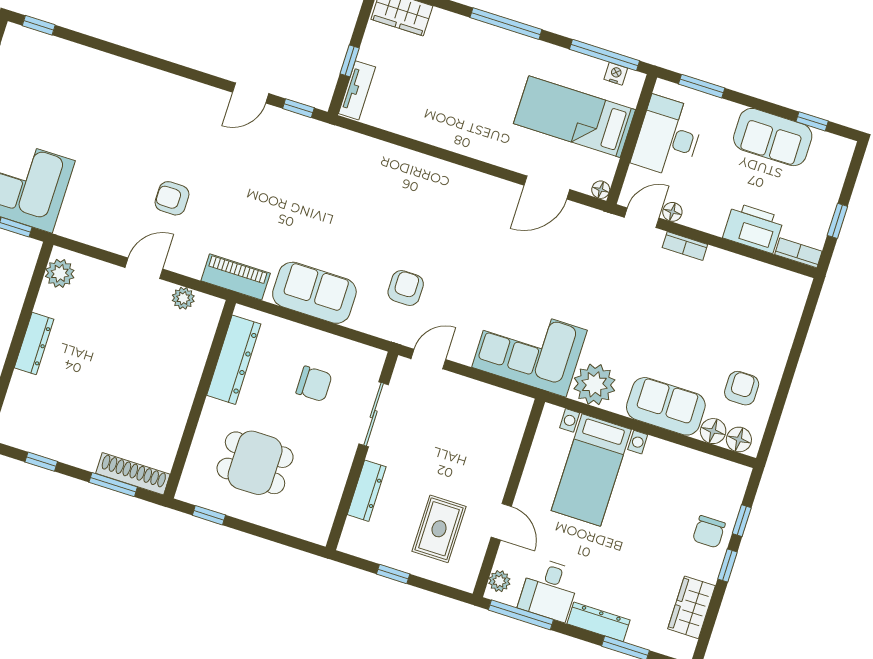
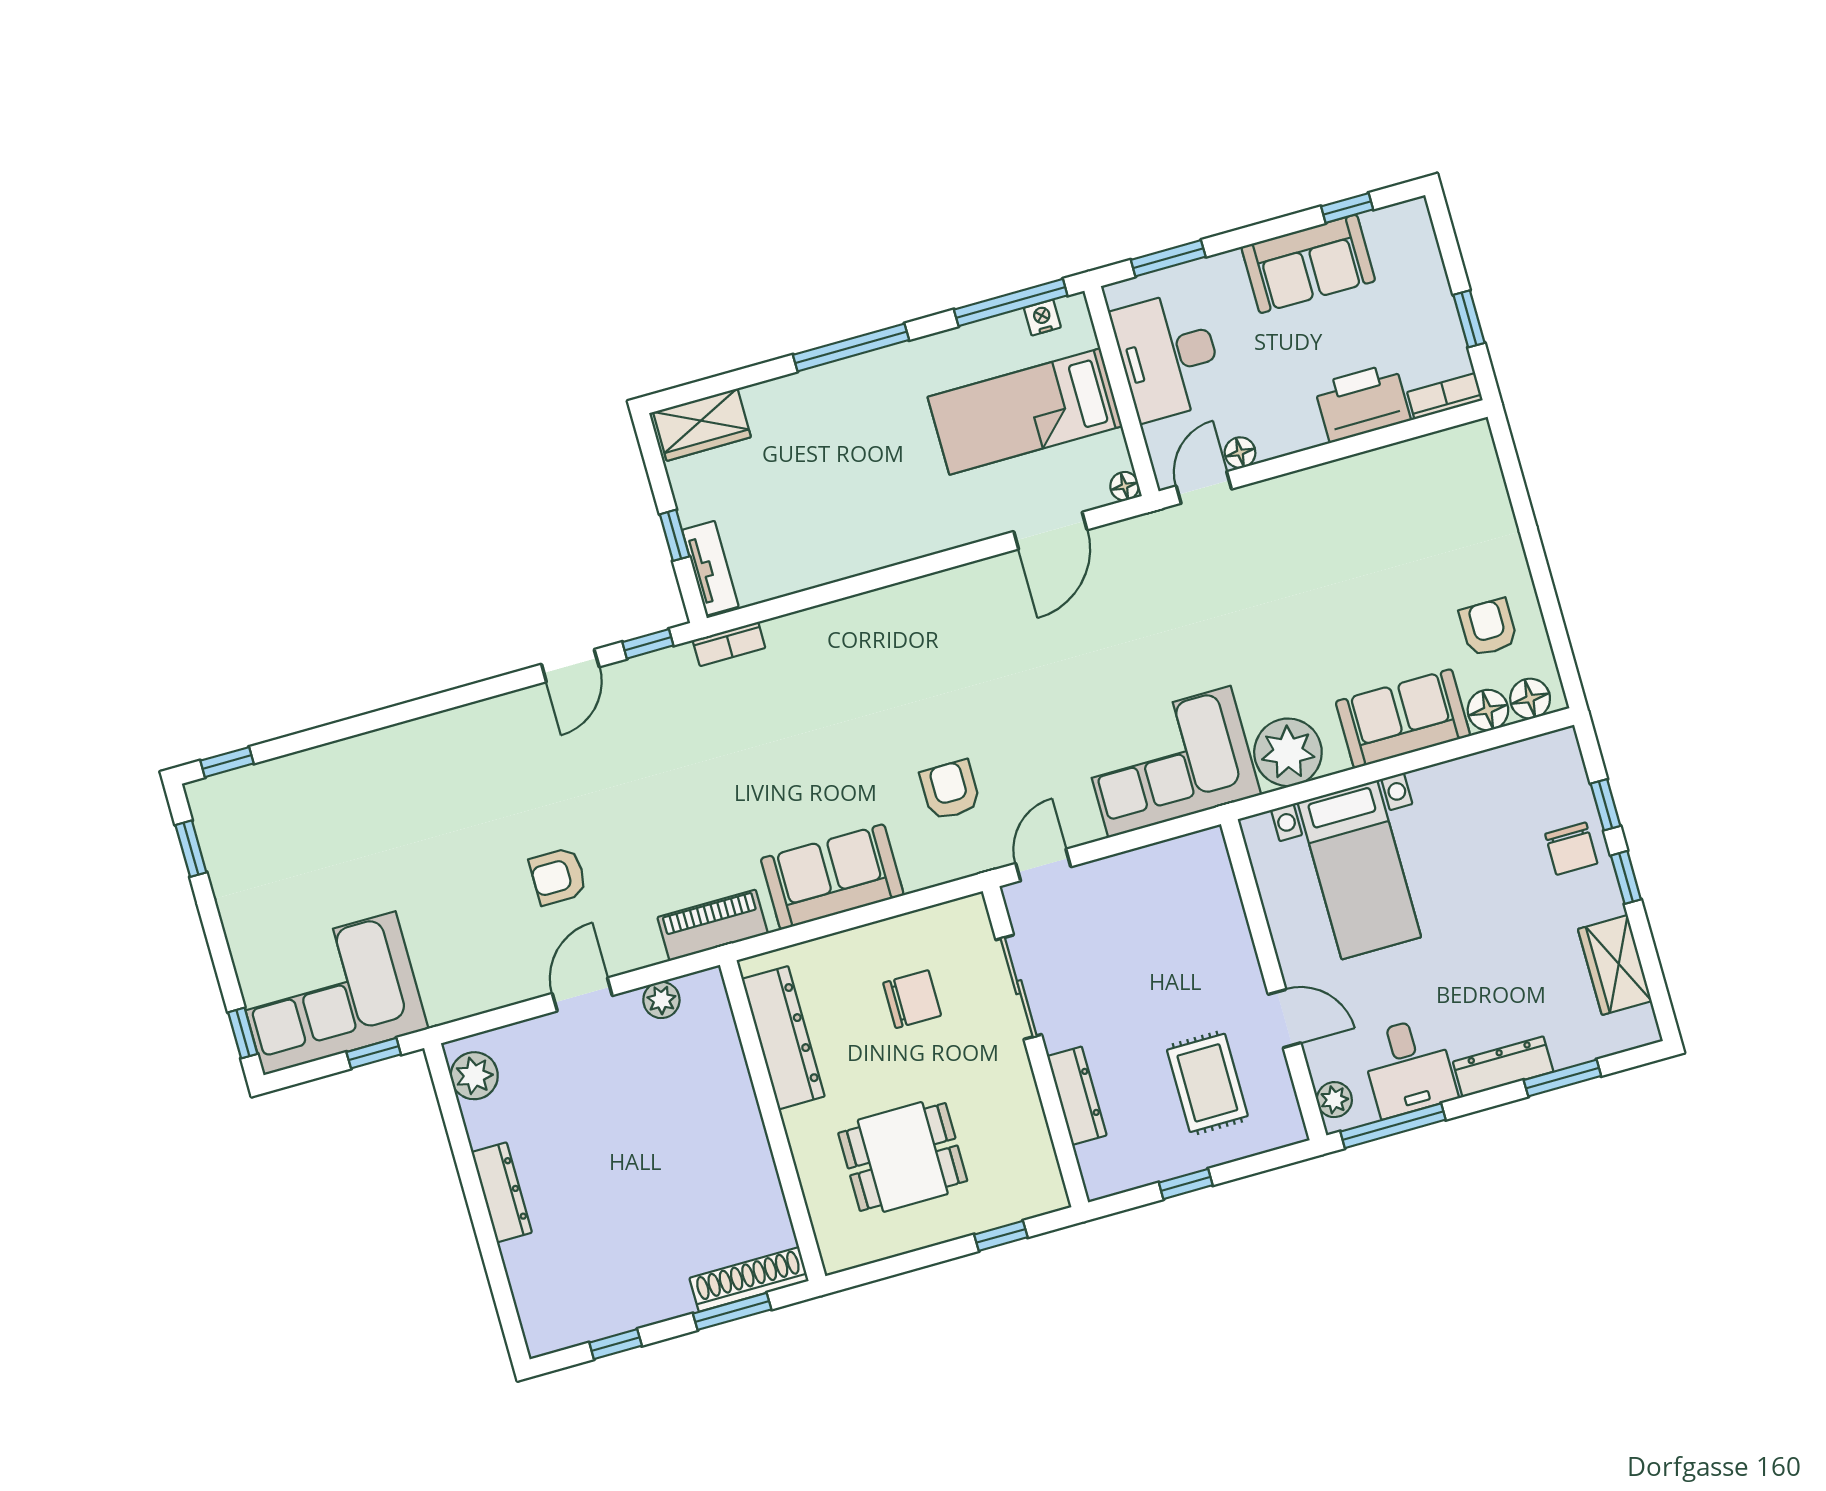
bookcase: (685, 246) -> (729, 644), moved
window: (209, 515) -> (1001, 1236), moved

